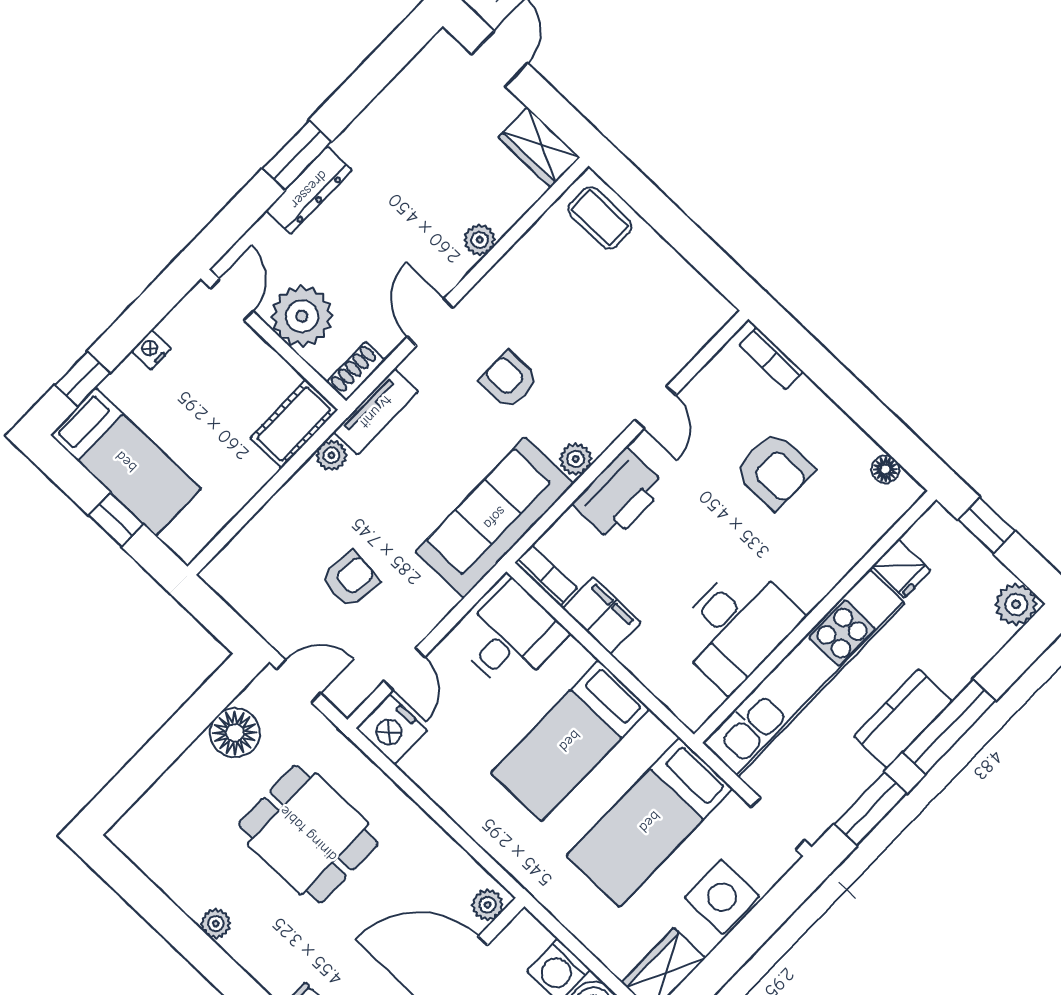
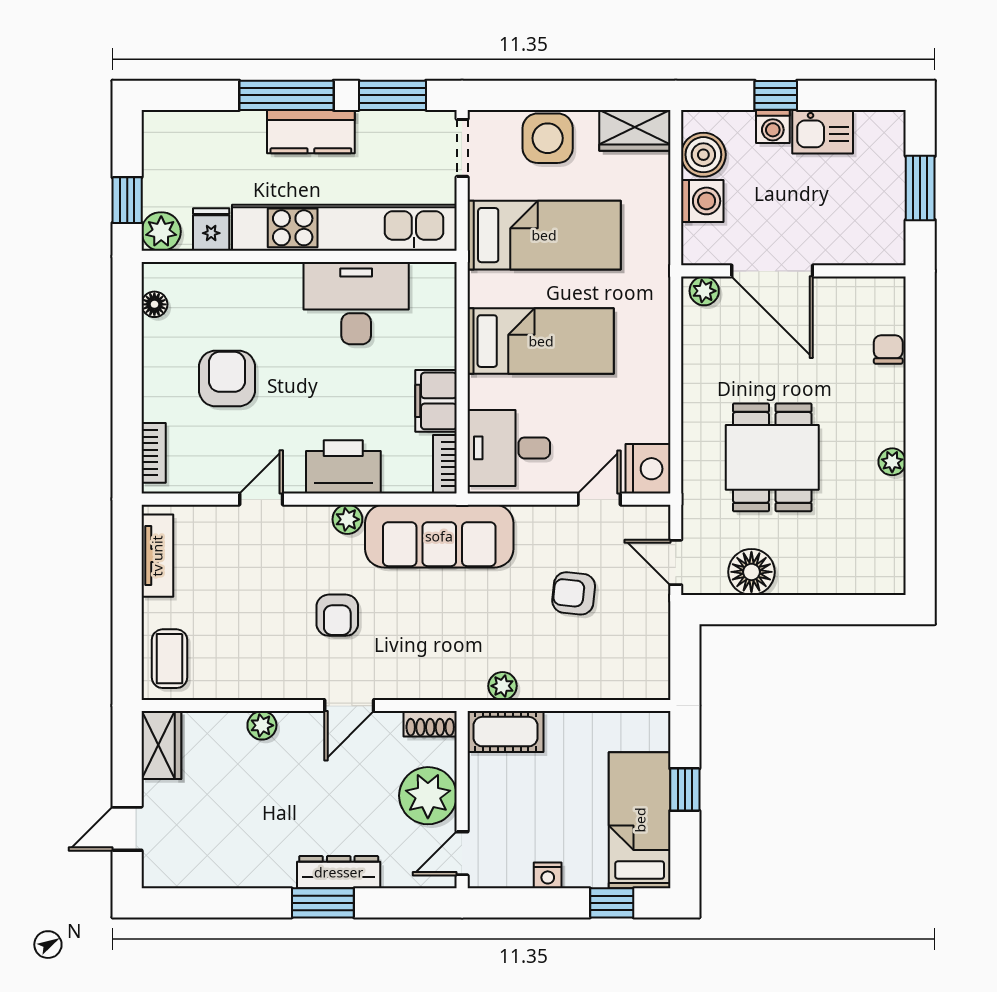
tv unit: (376, 412) -> (157, 556), moved, turned 90
plant: (1016, 604) -> (161, 232), moved

